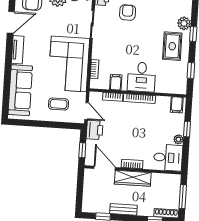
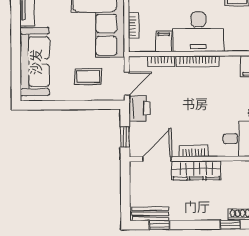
desk: (142, 77) -> (198, 32), width x1.37
door: (87, 111) -> (127, 84), hinge flipped
door: (105, 168) -> (157, 159), hinge flipped
bench: (123, 209) -> (150, 214), moved

